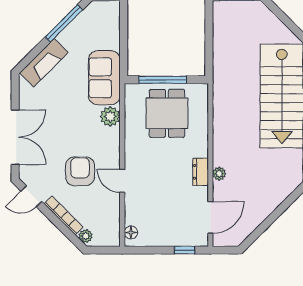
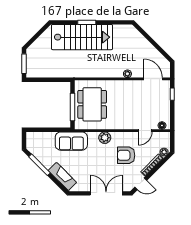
dining table: (167, 113) -> (92, 104), width x1.37
plant: (110, 116) -> (105, 138), moved
dresser: (201, 172) -> (126, 85), removed
door: (122, 181) -> (145, 131), moved
door: (31, 196) -> (141, 184), hinge flipped

